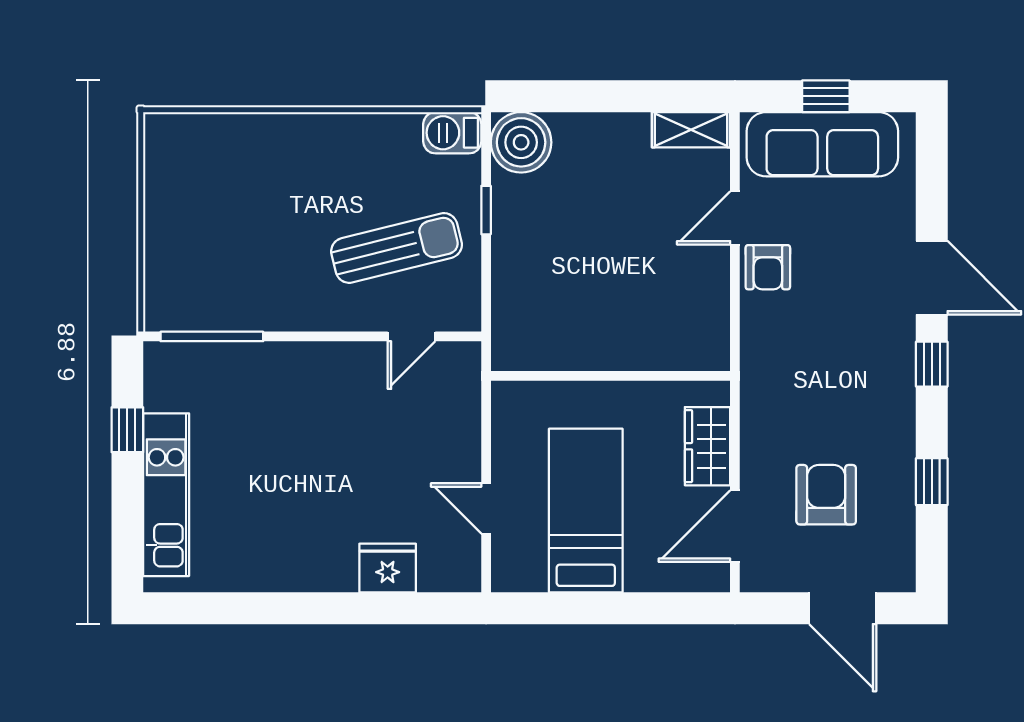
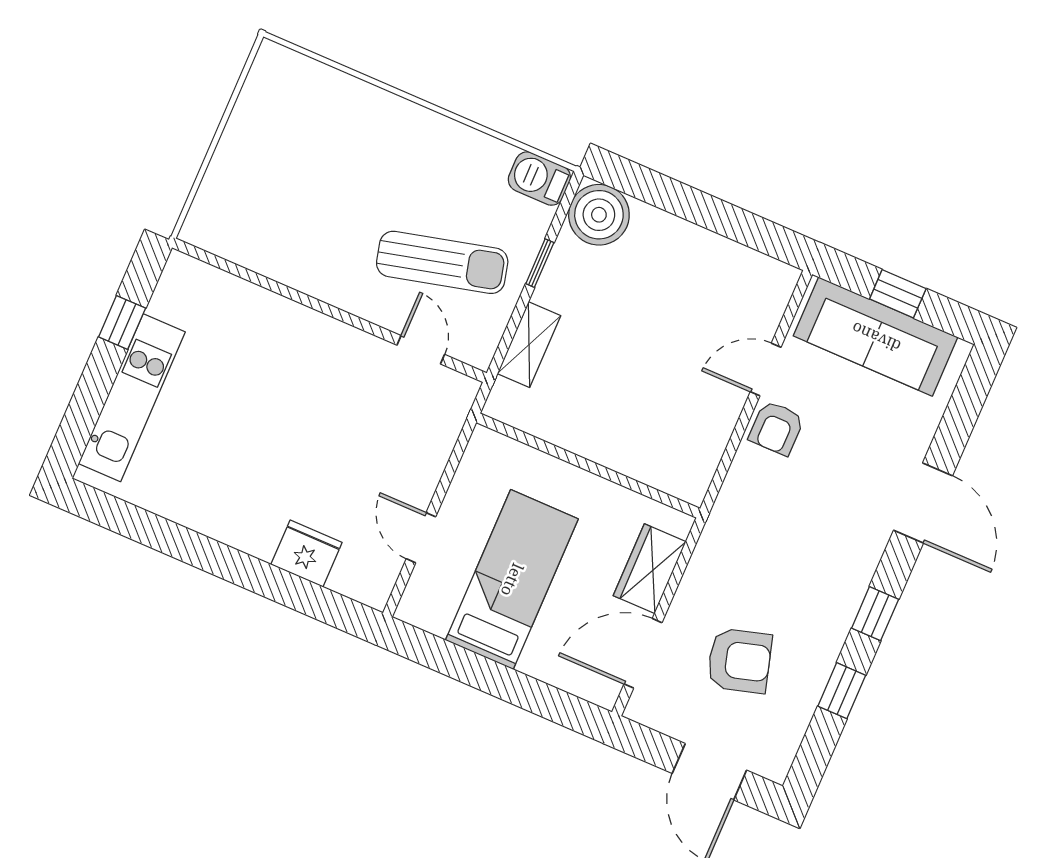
shelving: (691, 130) -> (529, 345), moved, turned 90
window: (212, 336) -> (237, 270), removed
door: (411, 336) -> (421, 350), swing flipped
window: (932, 364) -> (875, 614), moved
armchair: (826, 495) -> (739, 661), turned 74

